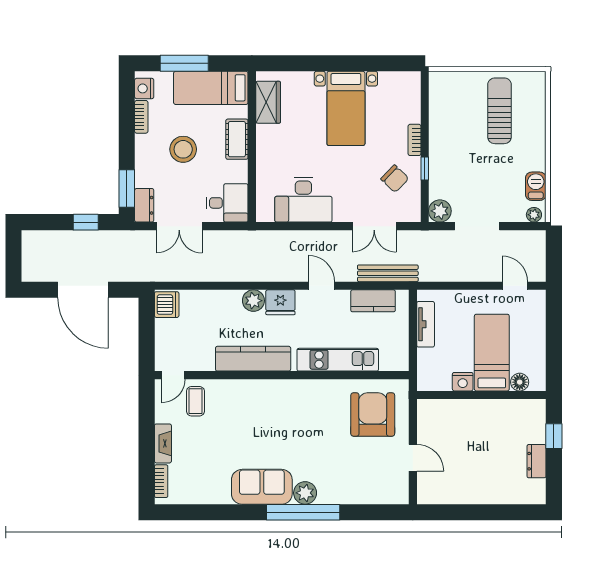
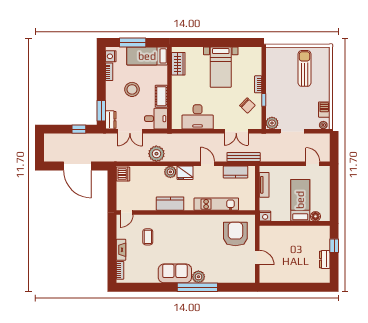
cot: (237, 139) -> (161, 96), moved
plant: (228, 267) -> (156, 154), added
kitchen counter: (253, 359) -> (170, 204), width x0.67
nightstand: (463, 382) -> (265, 216), moved
coffee table: (195, 401) -> (148, 237), moved

